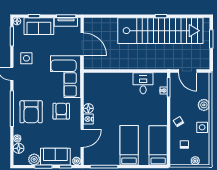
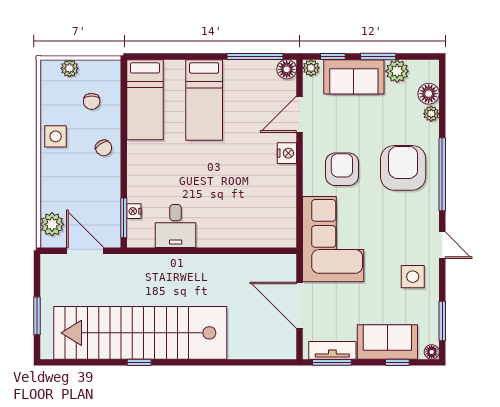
plant: (204, 105) -> (52, 224), moved
floor lamp: (88, 108) -> (287, 69), moved
armchair: (61, 111) -> (342, 169), turned 180

